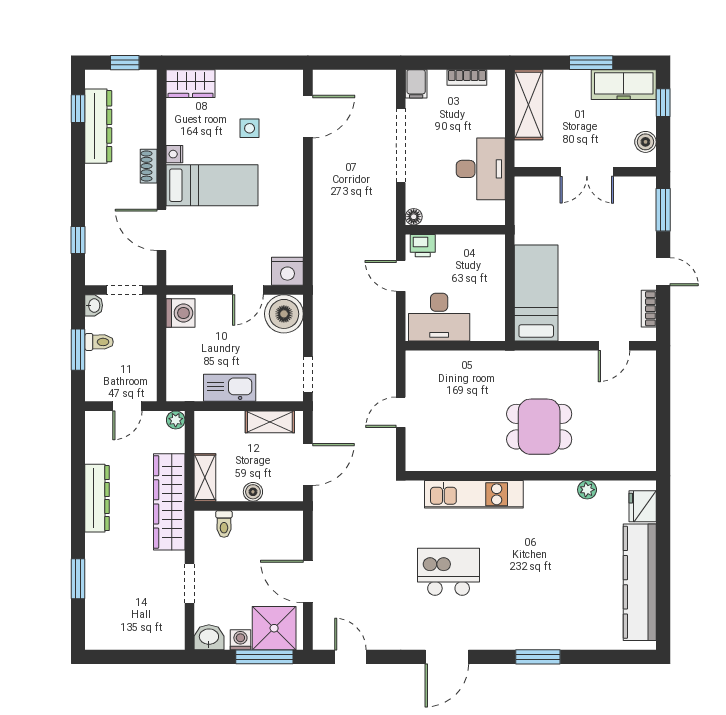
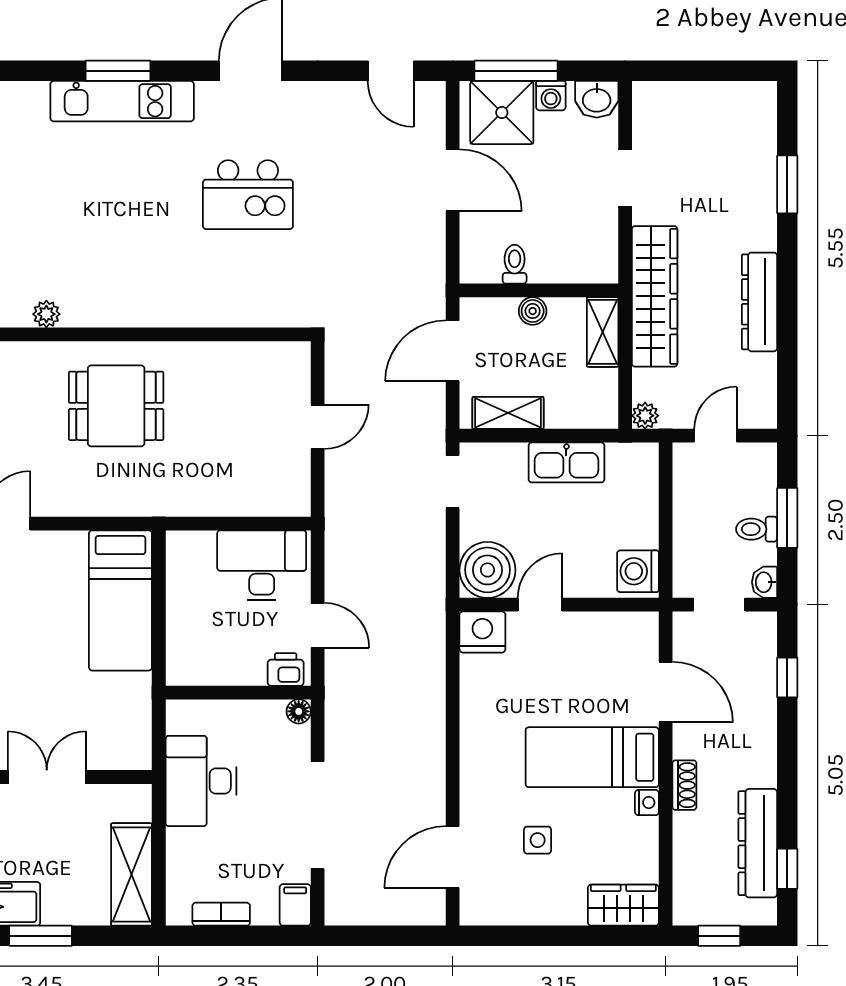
kitchen unit: (474, 494) -> (122, 101), moved, turned 180
toilet: (224, 524) -> (515, 264), moved

